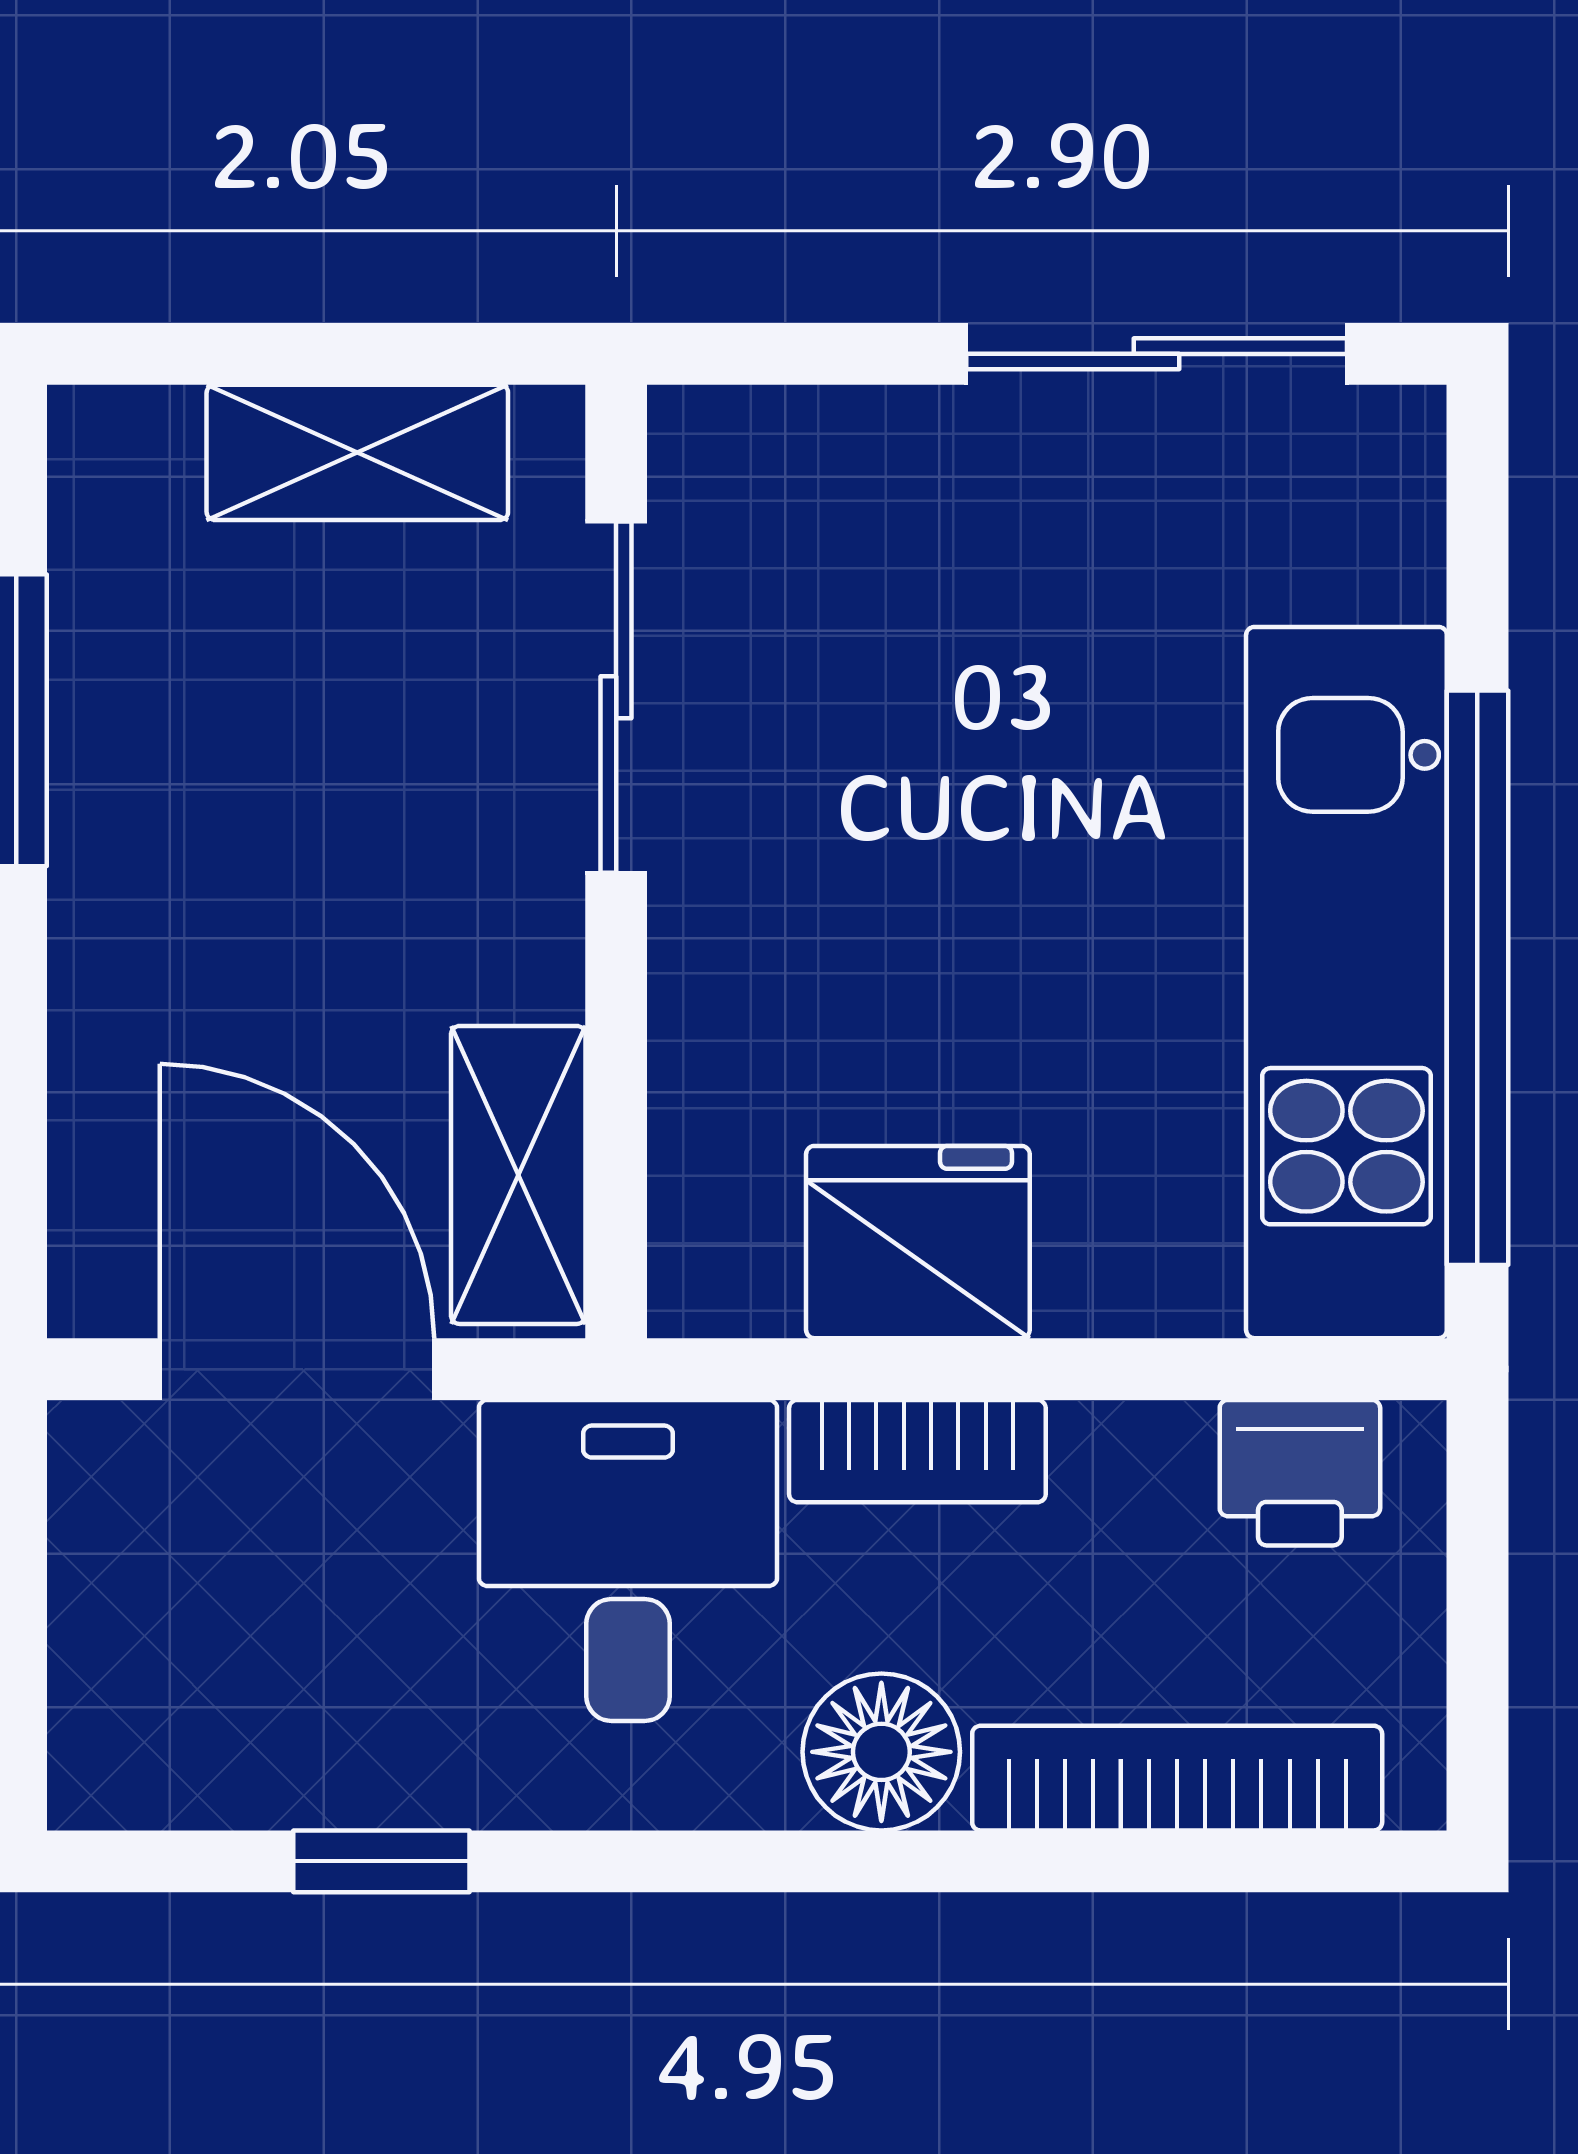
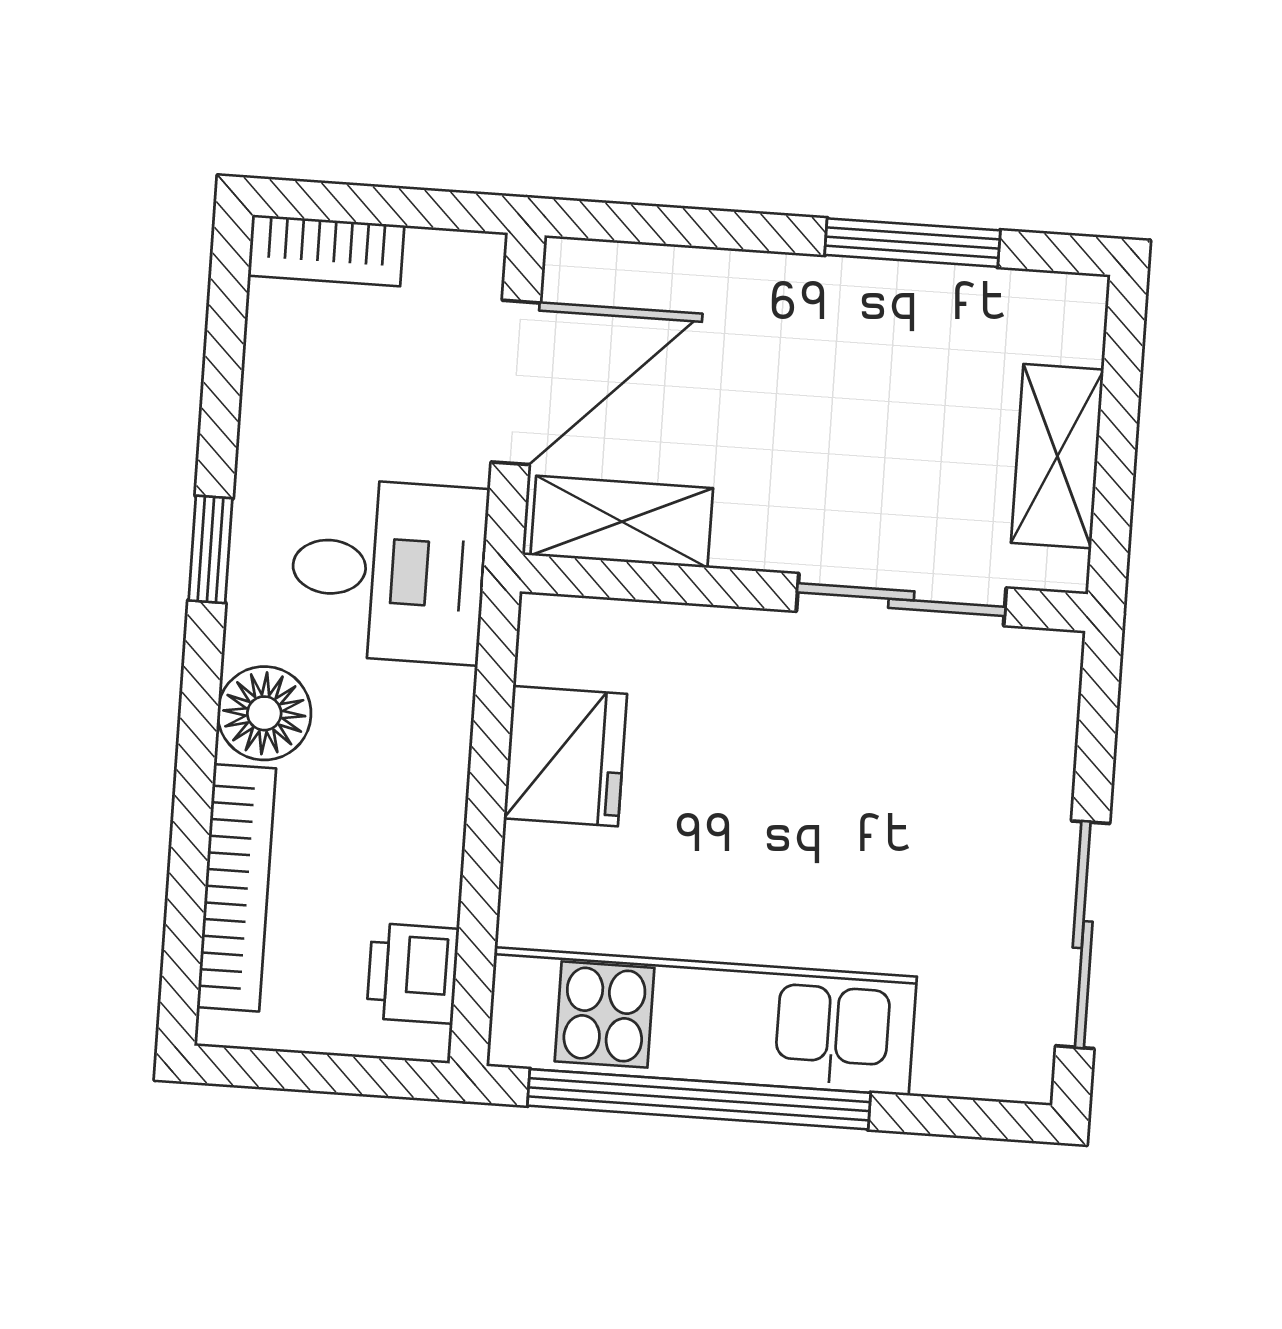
bookcase: (917, 1451) -> (326, 251), moved, turned -90
window: (381, 1861) -> (210, 549), moved

